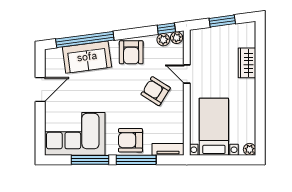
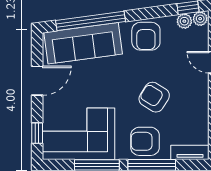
sofa: (87, 57) -> (83, 43), width x1.36
armchair: (156, 91) -> (154, 97), moved
window: (40, 133) -> (37, 133), added

